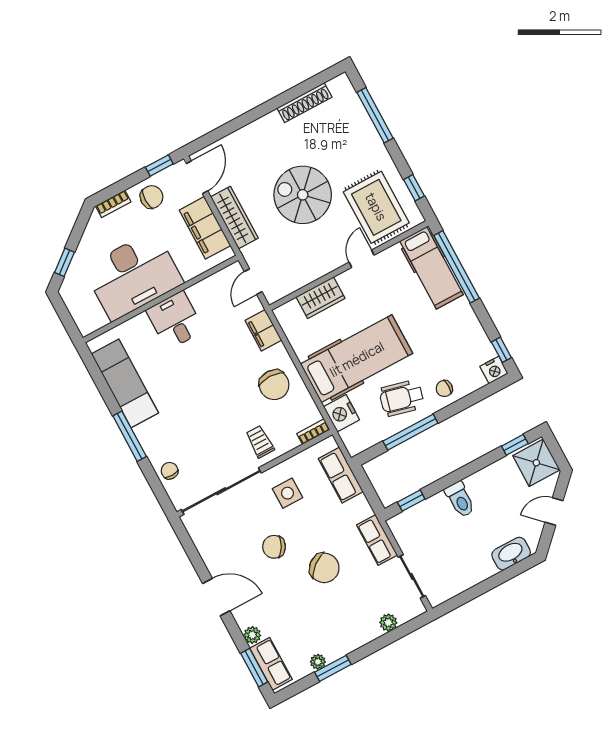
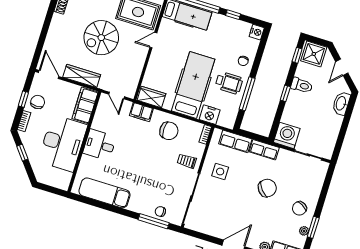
window: (159, 166) -> (23, 99), moved
filing cabinet: (205, 228) -> (85, 105), moved, turned 90
door: (362, 259) -> (153, 40), hinge flipped
window: (64, 262) -> (22, 153), moved
wardrobe: (321, 298) -> (151, 97), moved, turned -90
window: (501, 350) -> (233, 15), moved
wheelchair: (402, 398) -> (229, 83), turned -104
window: (130, 436) -> (154, 221), moved
toilet: (460, 499) -> (302, 85), moved
window: (411, 501) -> (285, 93), moved
washing machine: (409, 528) -> (287, 135), added
row of seats: (377, 540) -> (264, 150), moved
chair: (274, 547) -> (300, 208), moved
plant: (388, 623) -> (318, 184), removed

